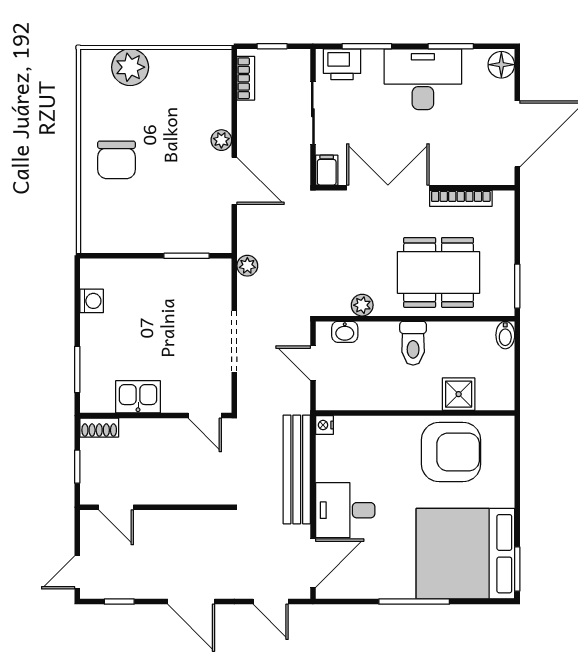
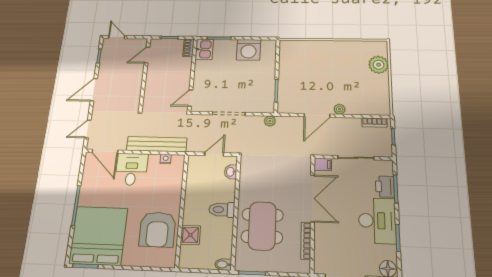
printer: (342, 64) -> (385, 187), moved
chair: (116, 160) -> (328, 58), removed
washing machine: (92, 301) -> (249, 50), width x1.89, depth x1.89
plant: (362, 305) -> (245, 182), removed
kitchen sink: (138, 397) -> (204, 49), moved
nightstand: (324, 425) -> (166, 159), moved

